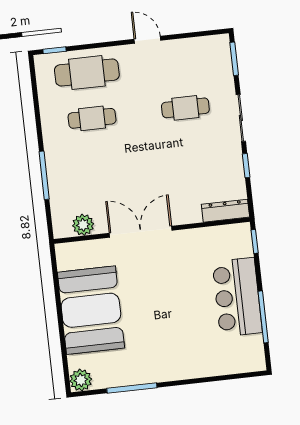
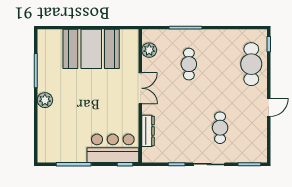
cafe table: (92, 118) -> (189, 64), moved
dresser: (225, 211) -> (148, 131), moved
double door: (141, 232) -> (140, 88), width x0.73
bar counter: (237, 297) -> (113, 148), moved
plant: (81, 380) -> (45, 100), moved

